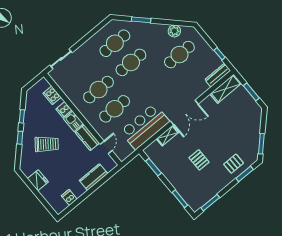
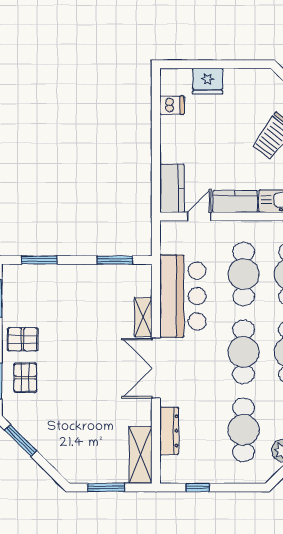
dresser: (218, 75) -> (169, 431), moved
cafe table: (147, 82) -> (244, 352), added
door: (106, 147) -> (199, 217), swing flipped
pallet: (199, 160) -> (23, 339), moved
kitchen counter: (93, 177) -> (172, 188), moved
fridge: (38, 180) -> (208, 81), moved

